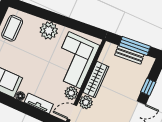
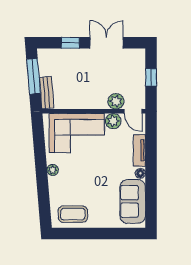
plant: (49, 31) -> (53, 170), width x0.53, depth x0.53
bench: (129, 55) -> (47, 93), moved
wardrobe: (96, 79) -> (87, 102), removed

